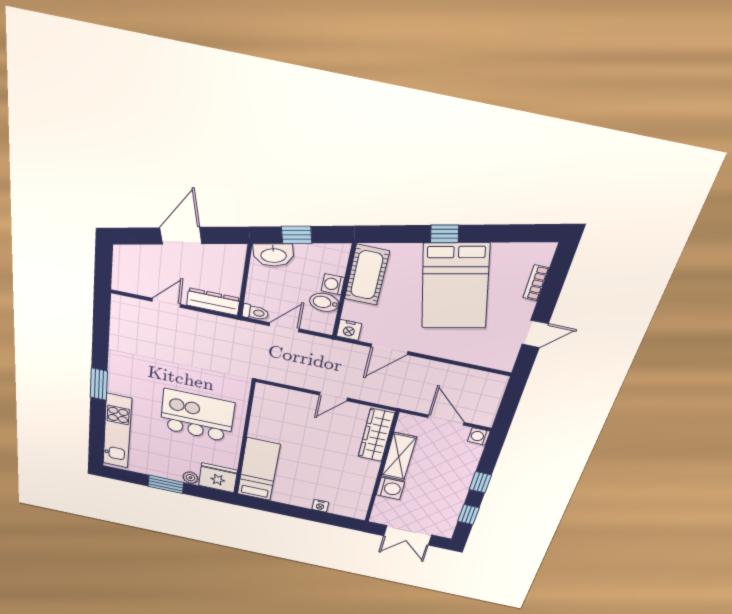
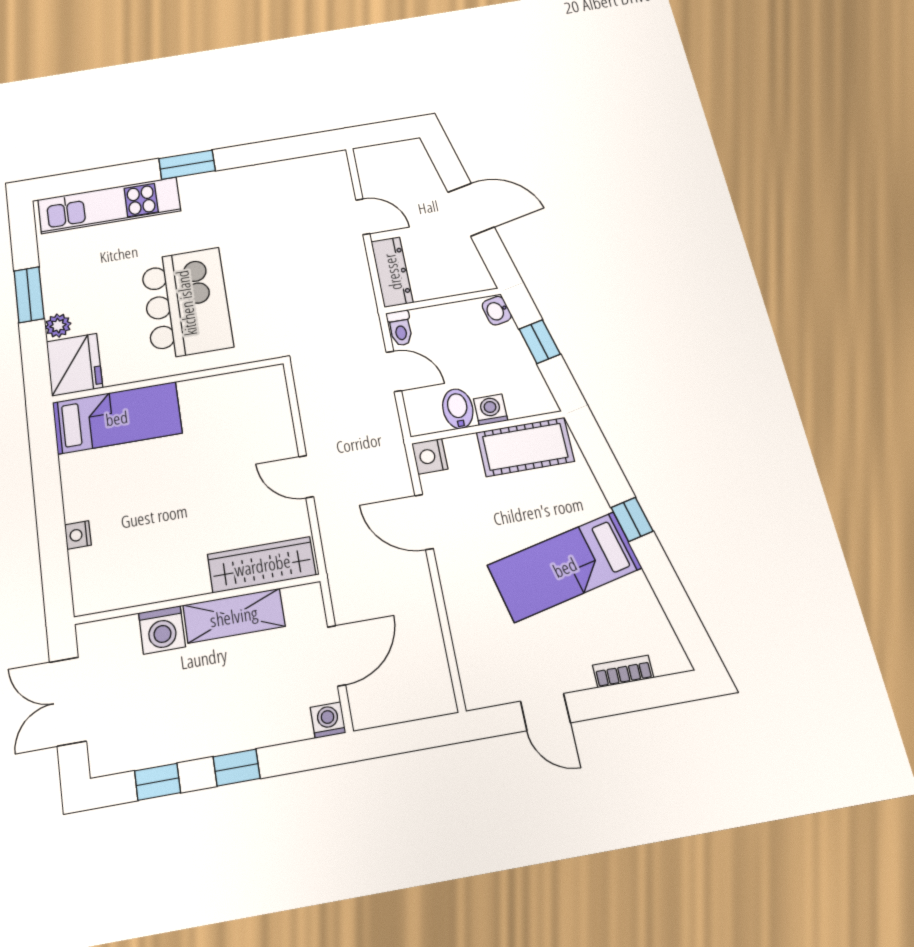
washbasin: (273, 255) -> (497, 311), width x0.52, depth x0.69
bed: (455, 286) -> (565, 567), width x0.67

